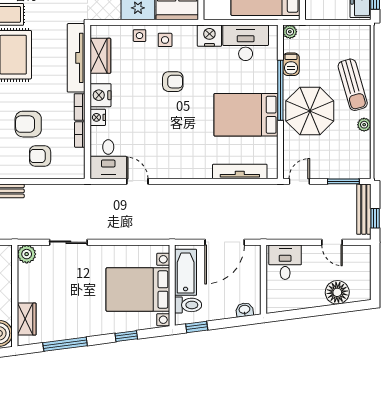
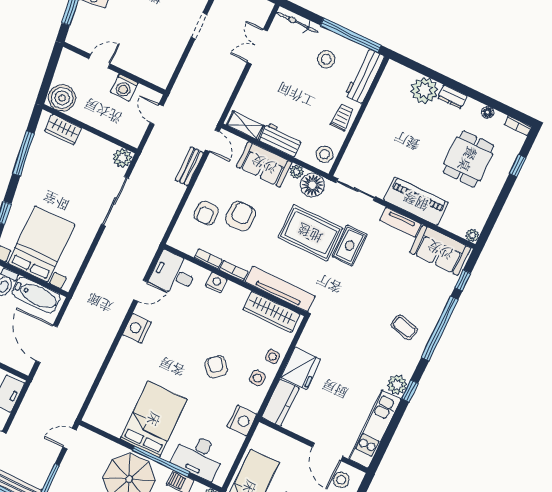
desk: (246, 43) -> (199, 456), moved, turned 90
wardrobe: (100, 56) -> (271, 312), width x1.50
armchair: (173, 82) -> (216, 367), turned 138
nightstand: (100, 95) -> (137, 328), moved, turned -90
armchair: (40, 156) -> (206, 213), turned 180
tv unit: (240, 171) -> (105, 389), removed
door: (299, 181) -> (70, 439), swing flipped
sliding door: (68, 242) -> (115, 201), width x1.37

